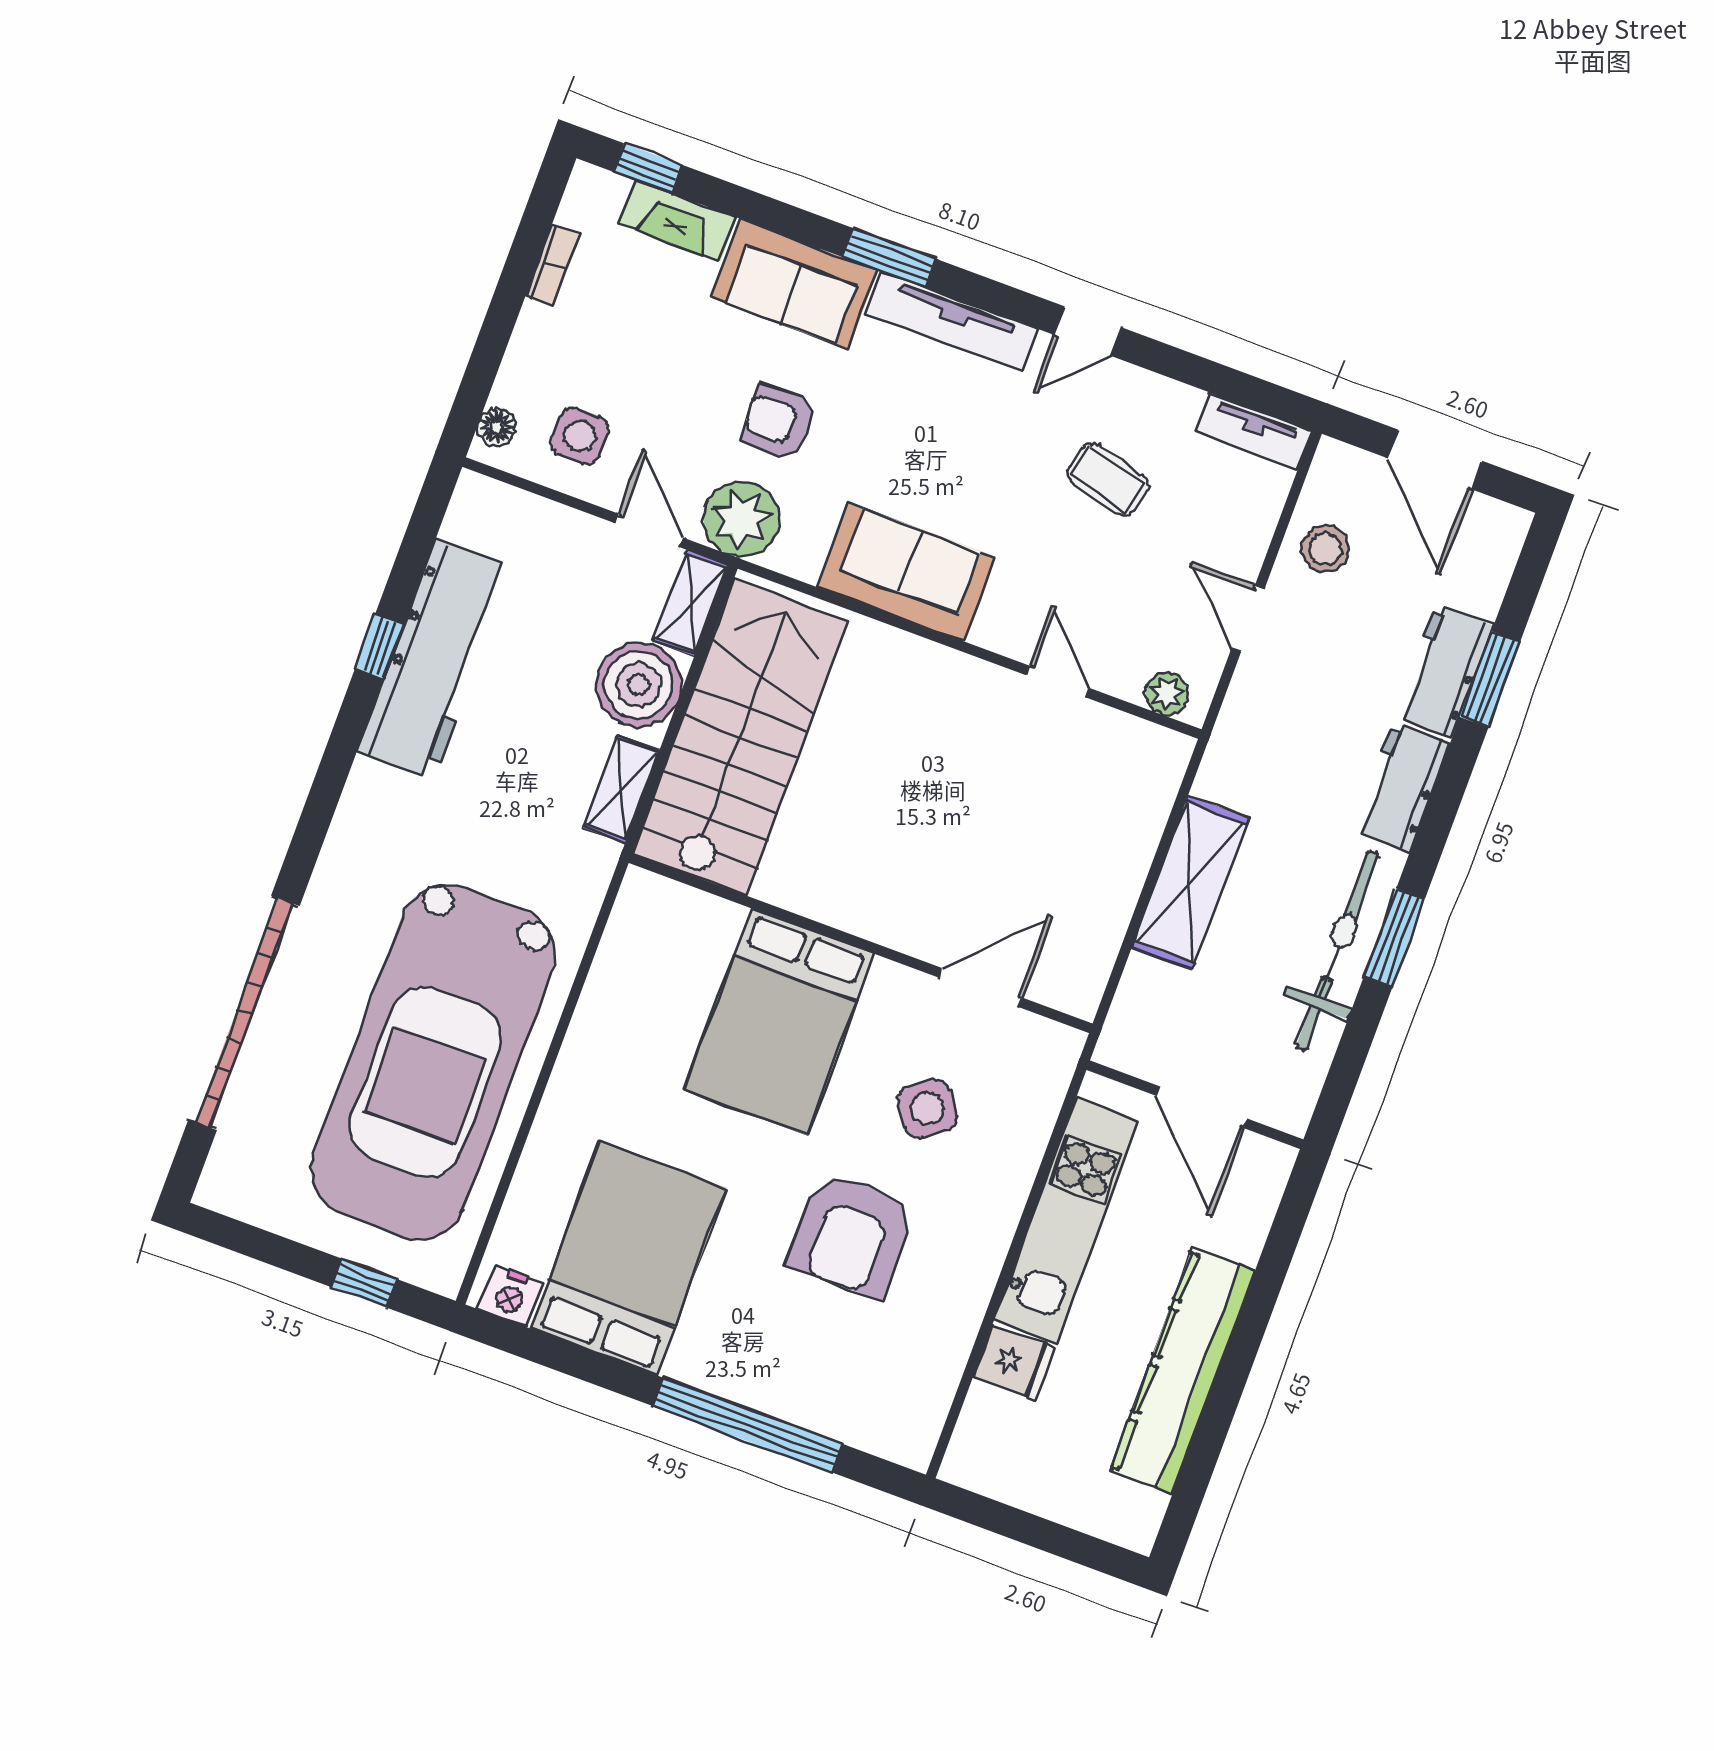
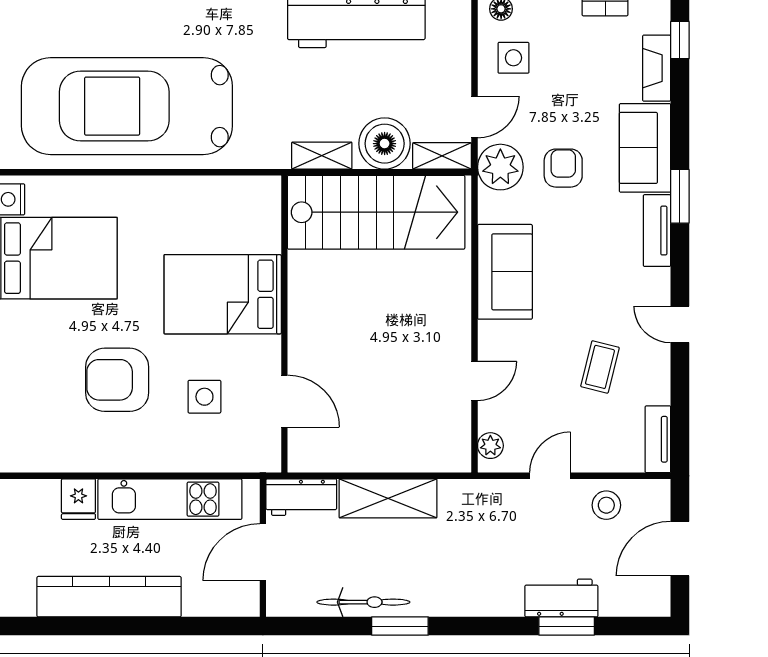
tv unit: (952, 321) -> (657, 231), width x0.71
workbench: (1402, 787) -> (301, 497), moved, turned 180
bicycle: (1337, 951) -> (363, 602), width x0.73, depth x0.71
side table: (927, 1109) -> (204, 397), turned 36

